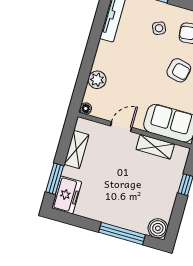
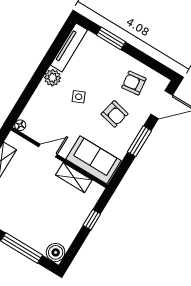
side table: (159, 28) -> (79, 97), moved
plant: (97, 80) -> (53, 78), moved

